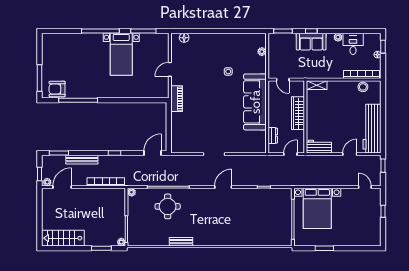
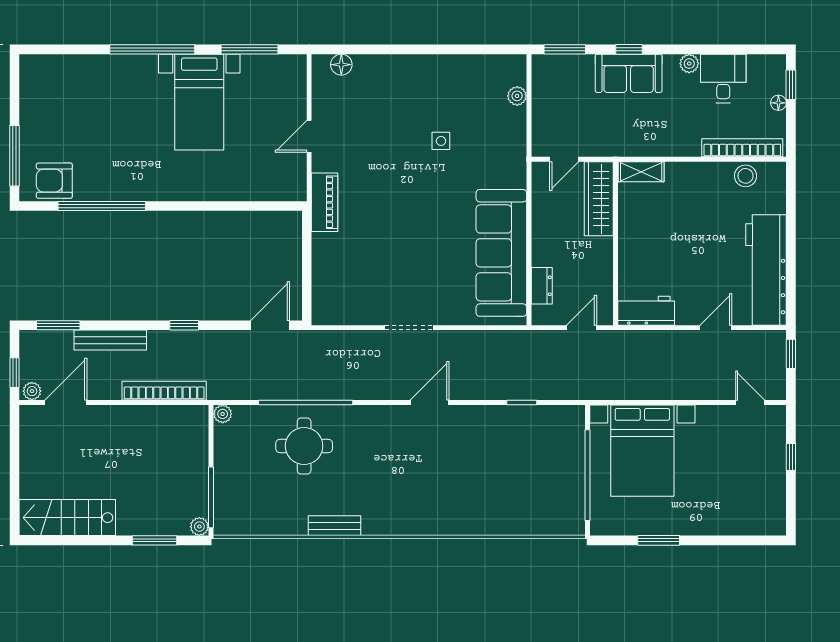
door: (283, 80) -> (564, 159), hinge flipped
sofa: (255, 102) -> (501, 253), moved
wardrobe: (298, 113) -> (599, 199), moved

